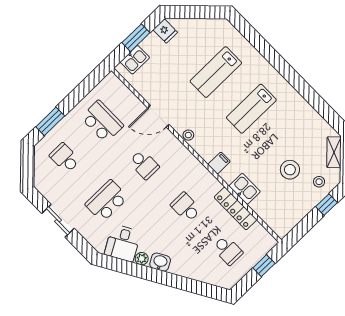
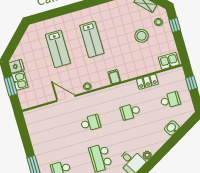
kitchen sink: (135, 60) -> (20, 81), moved
door: (158, 116) -> (66, 98), swing flipped
school desk: (102, 122) -> (51, 134), removed
kitchen sink: (245, 189) -> (169, 61), moved
locker: (235, 208) -> (147, 82), width x0.66
washbasin: (160, 262) -> (172, 128), moved

